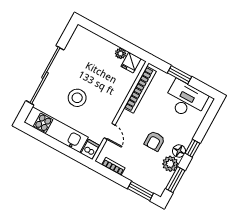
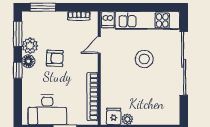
door: (109, 131) -> (99, 45), hinge flipped
armchair: (154, 141) -> (55, 58), turned 92

